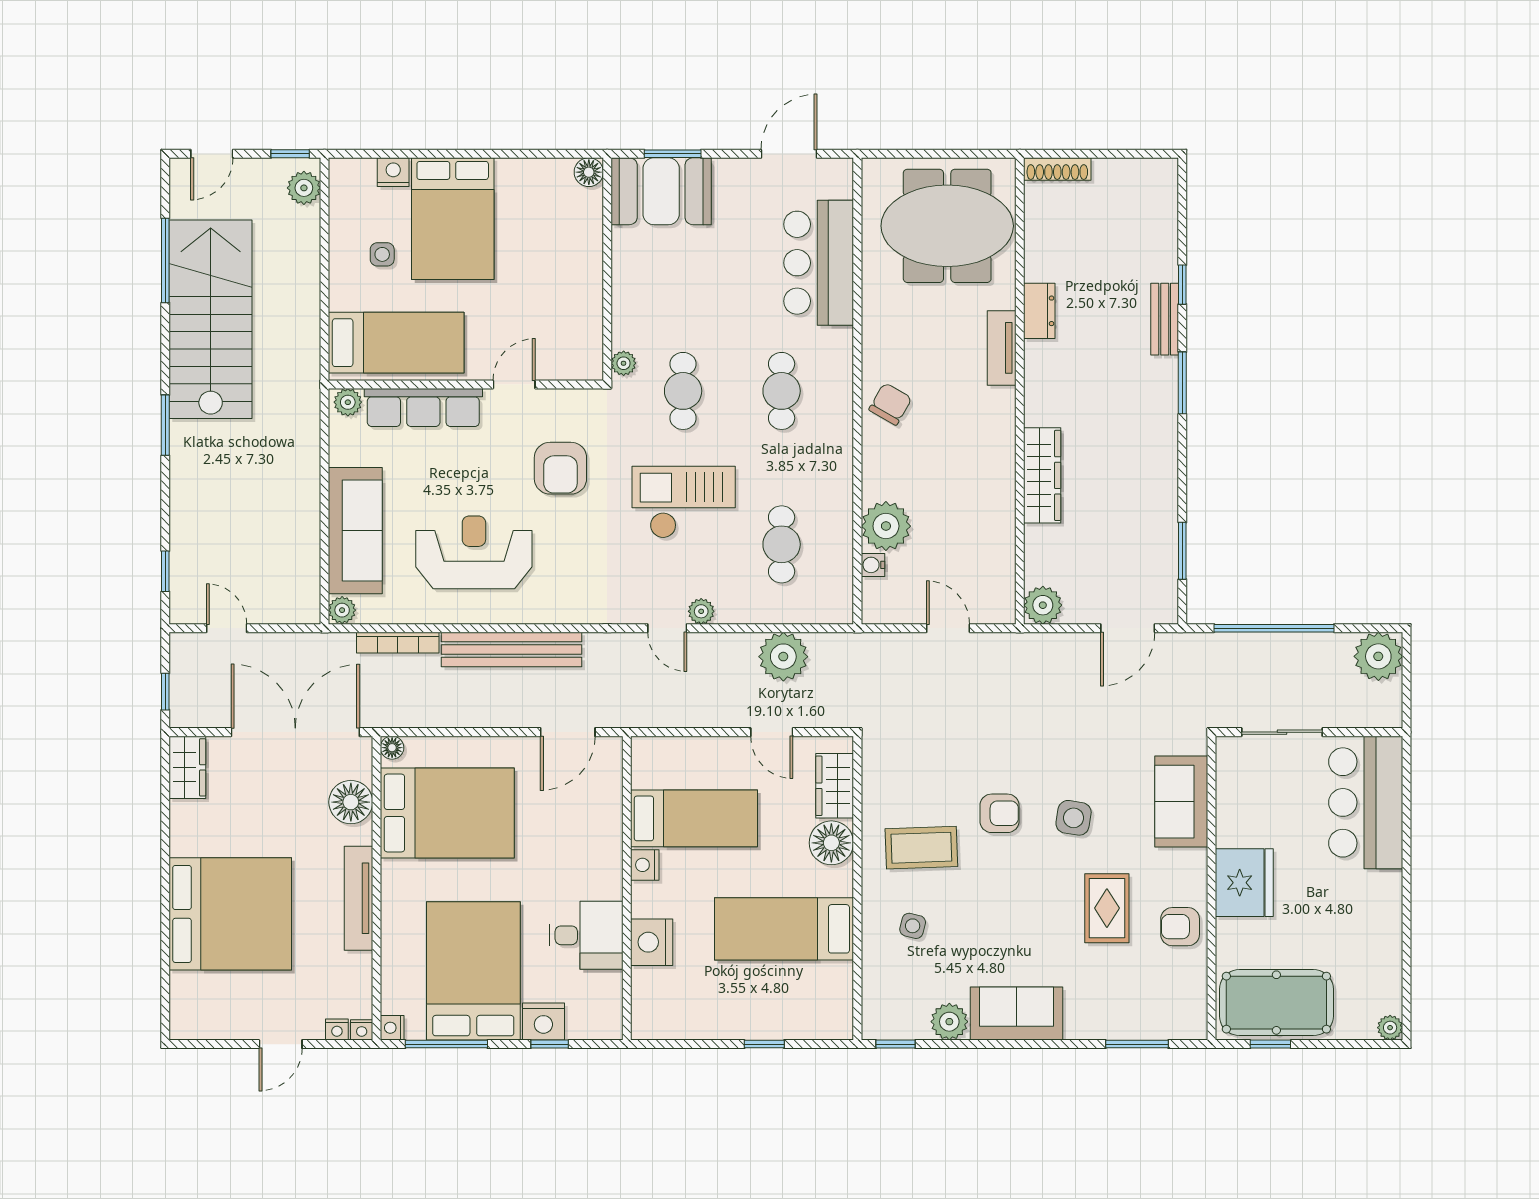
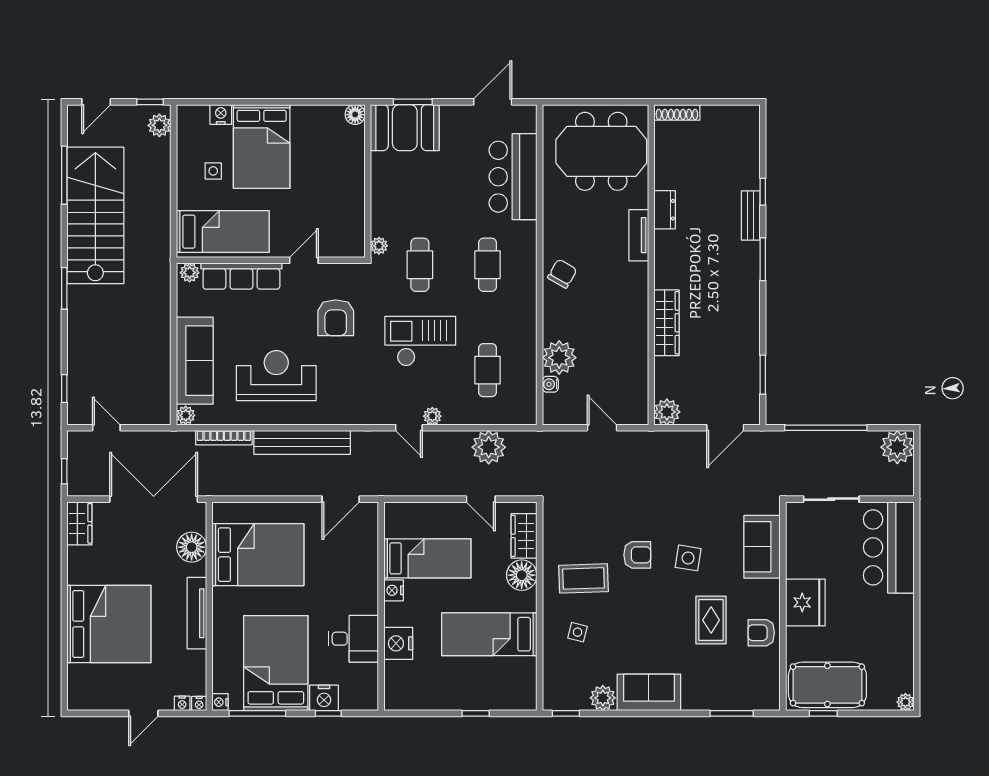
floor lamp: (392, 748) -> (220, 510), removed

